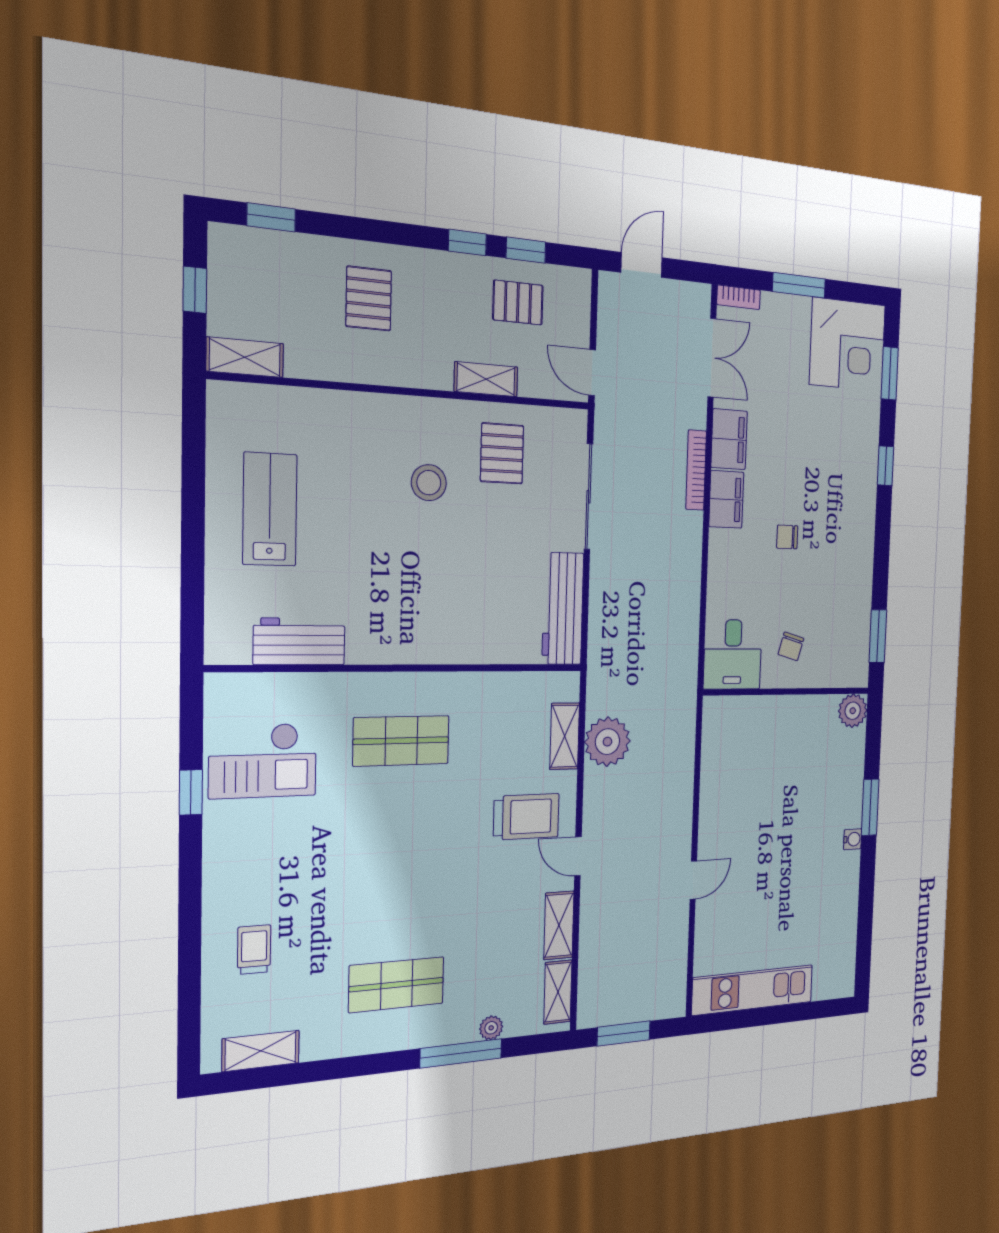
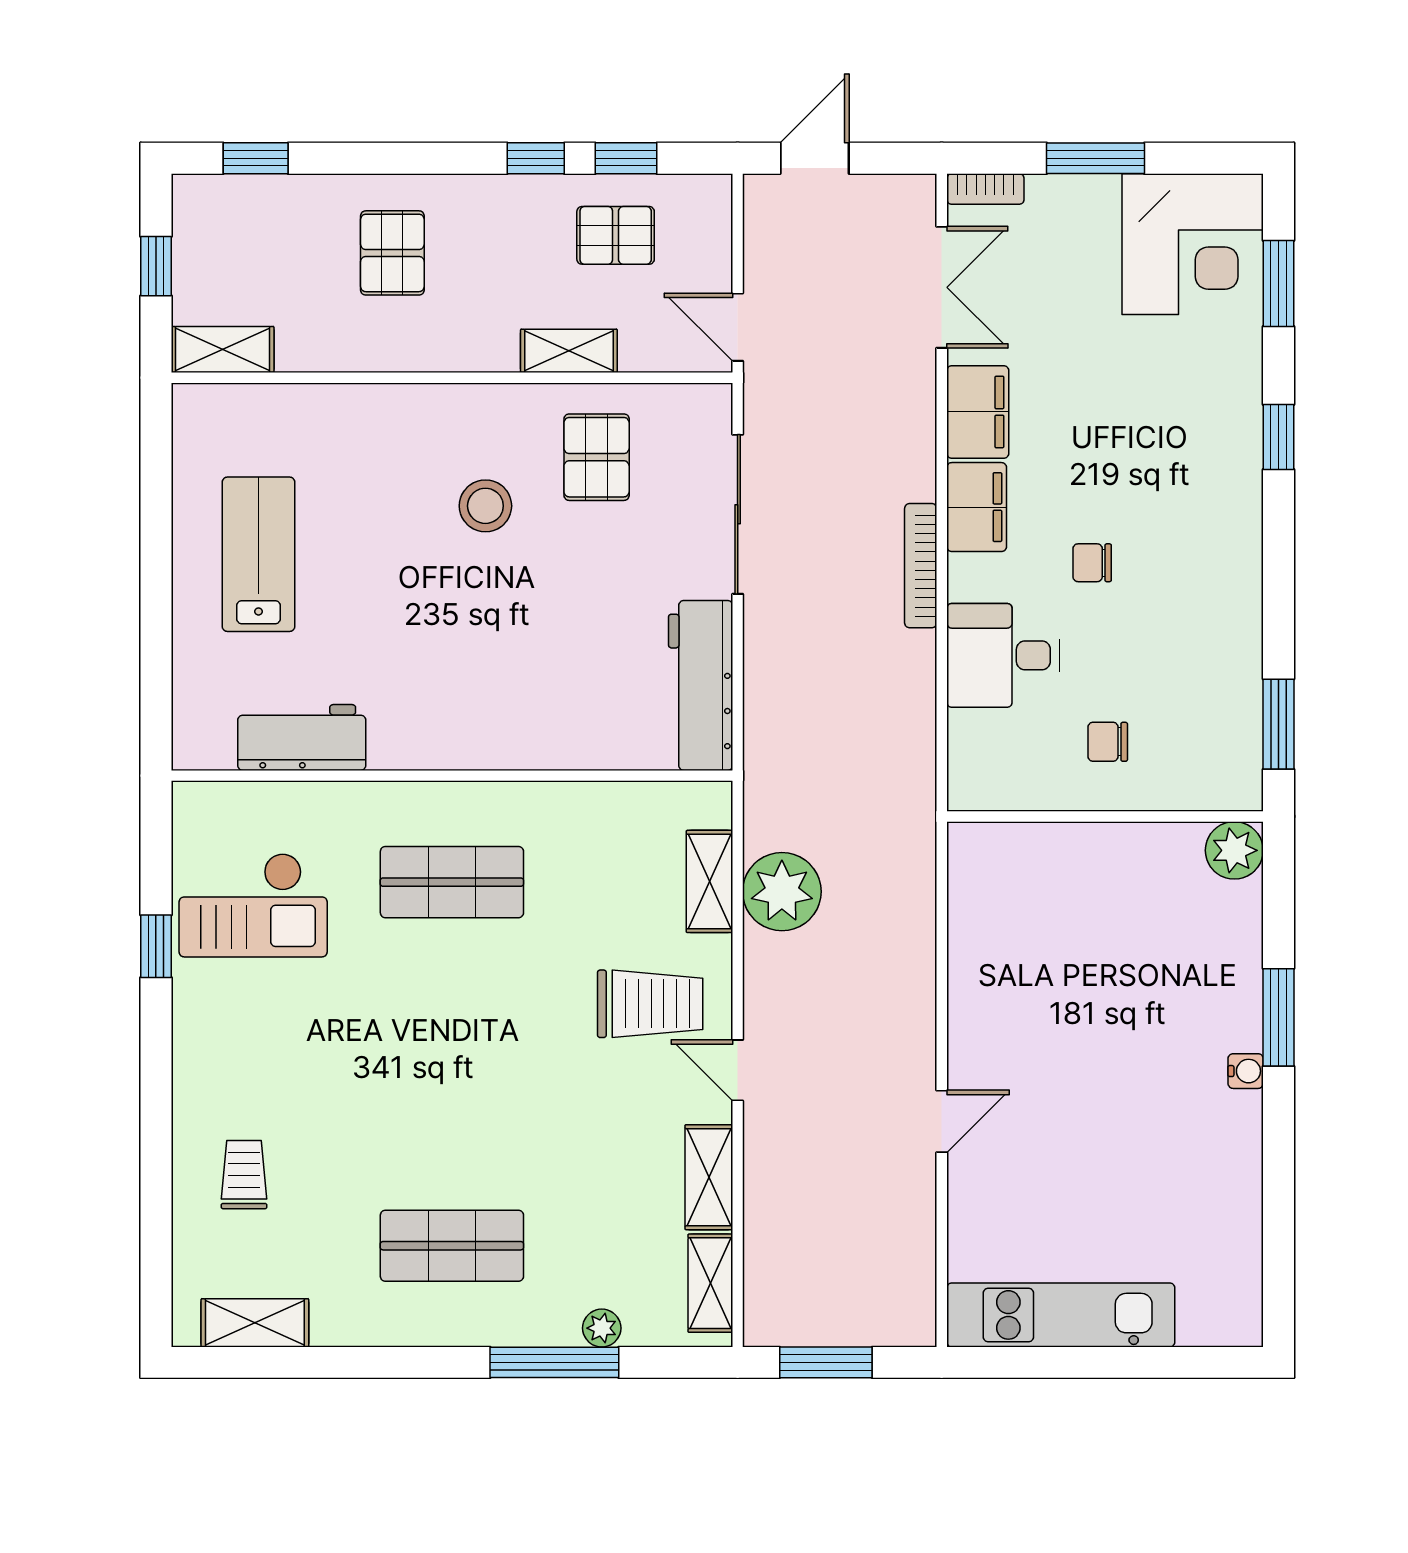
bookcase: (696, 470) -> (921, 566), moved
chair: (791, 646) -> (1108, 742), turned 74
desk: (733, 654) -> (1003, 655), moved, turned 90

